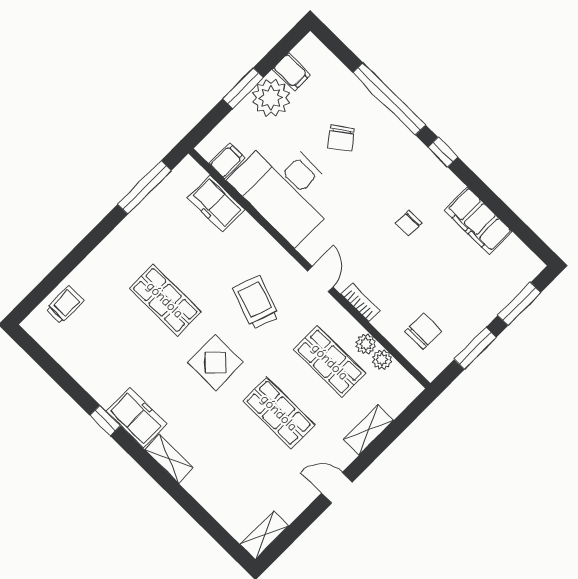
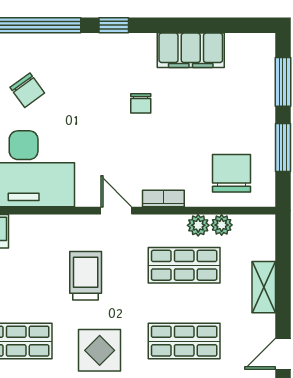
trolley: (256, 303) -> (86, 276), turned 70
chair: (423, 331) -> (231, 173), width x1.37, depth x1.37

